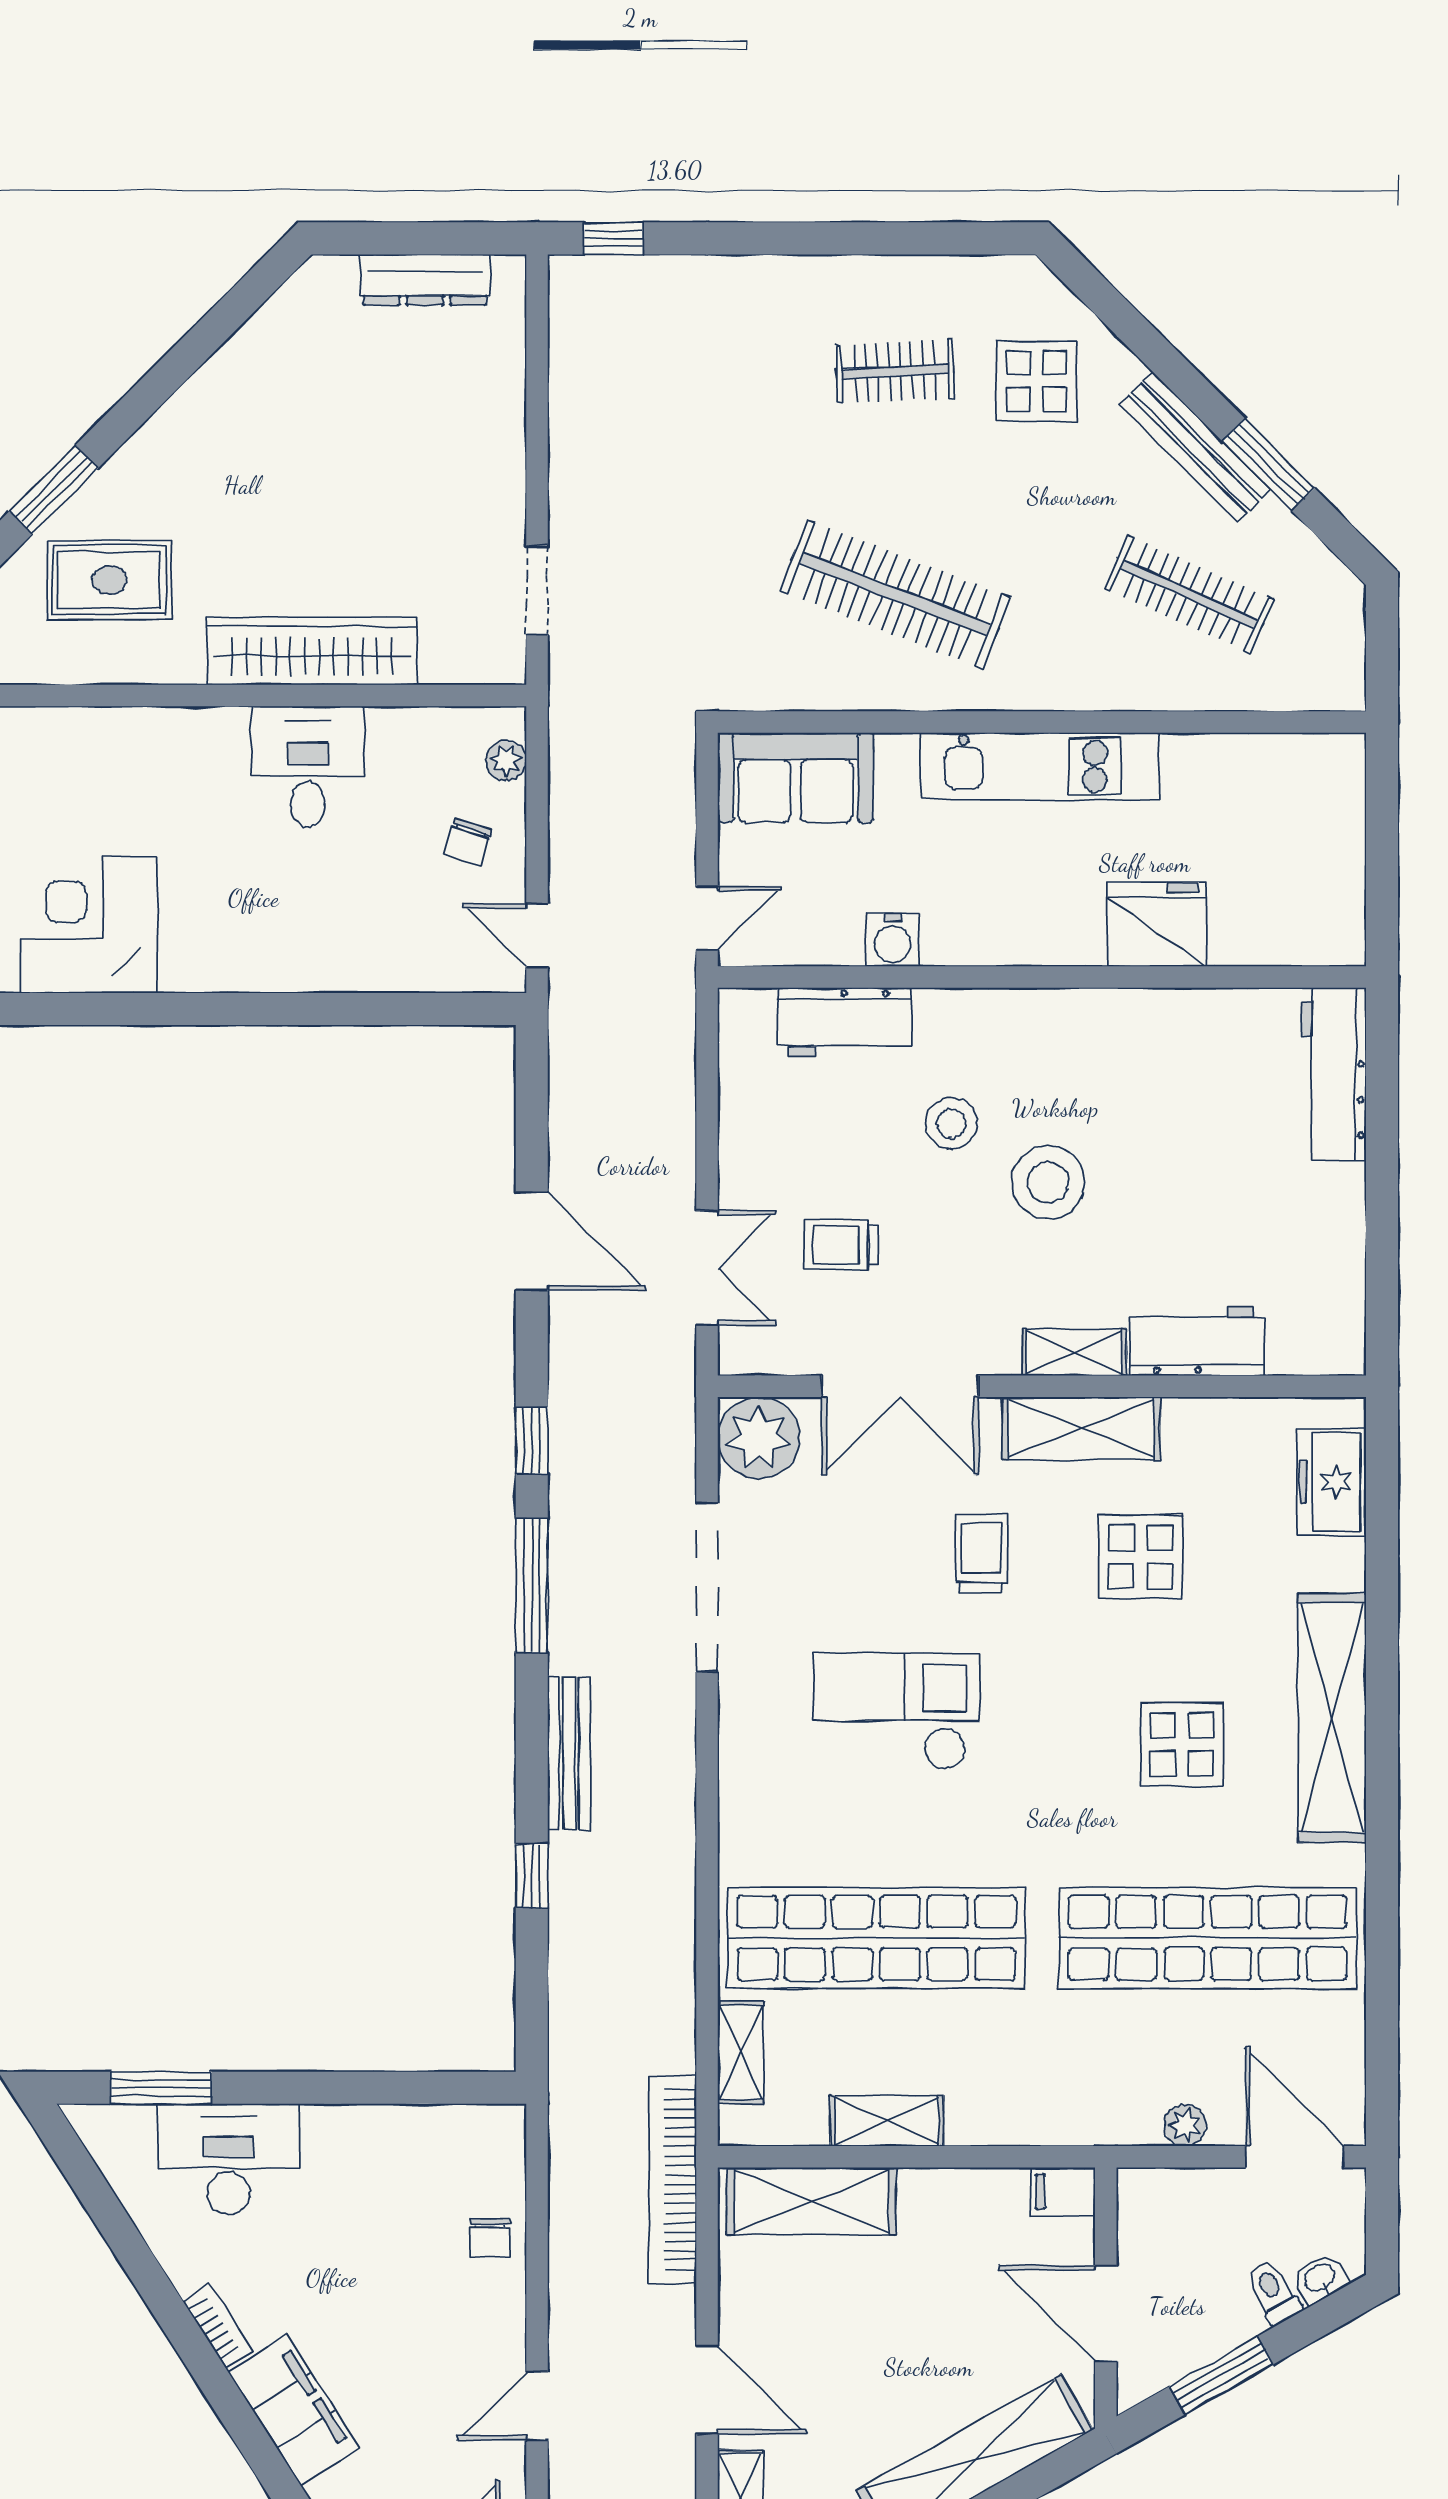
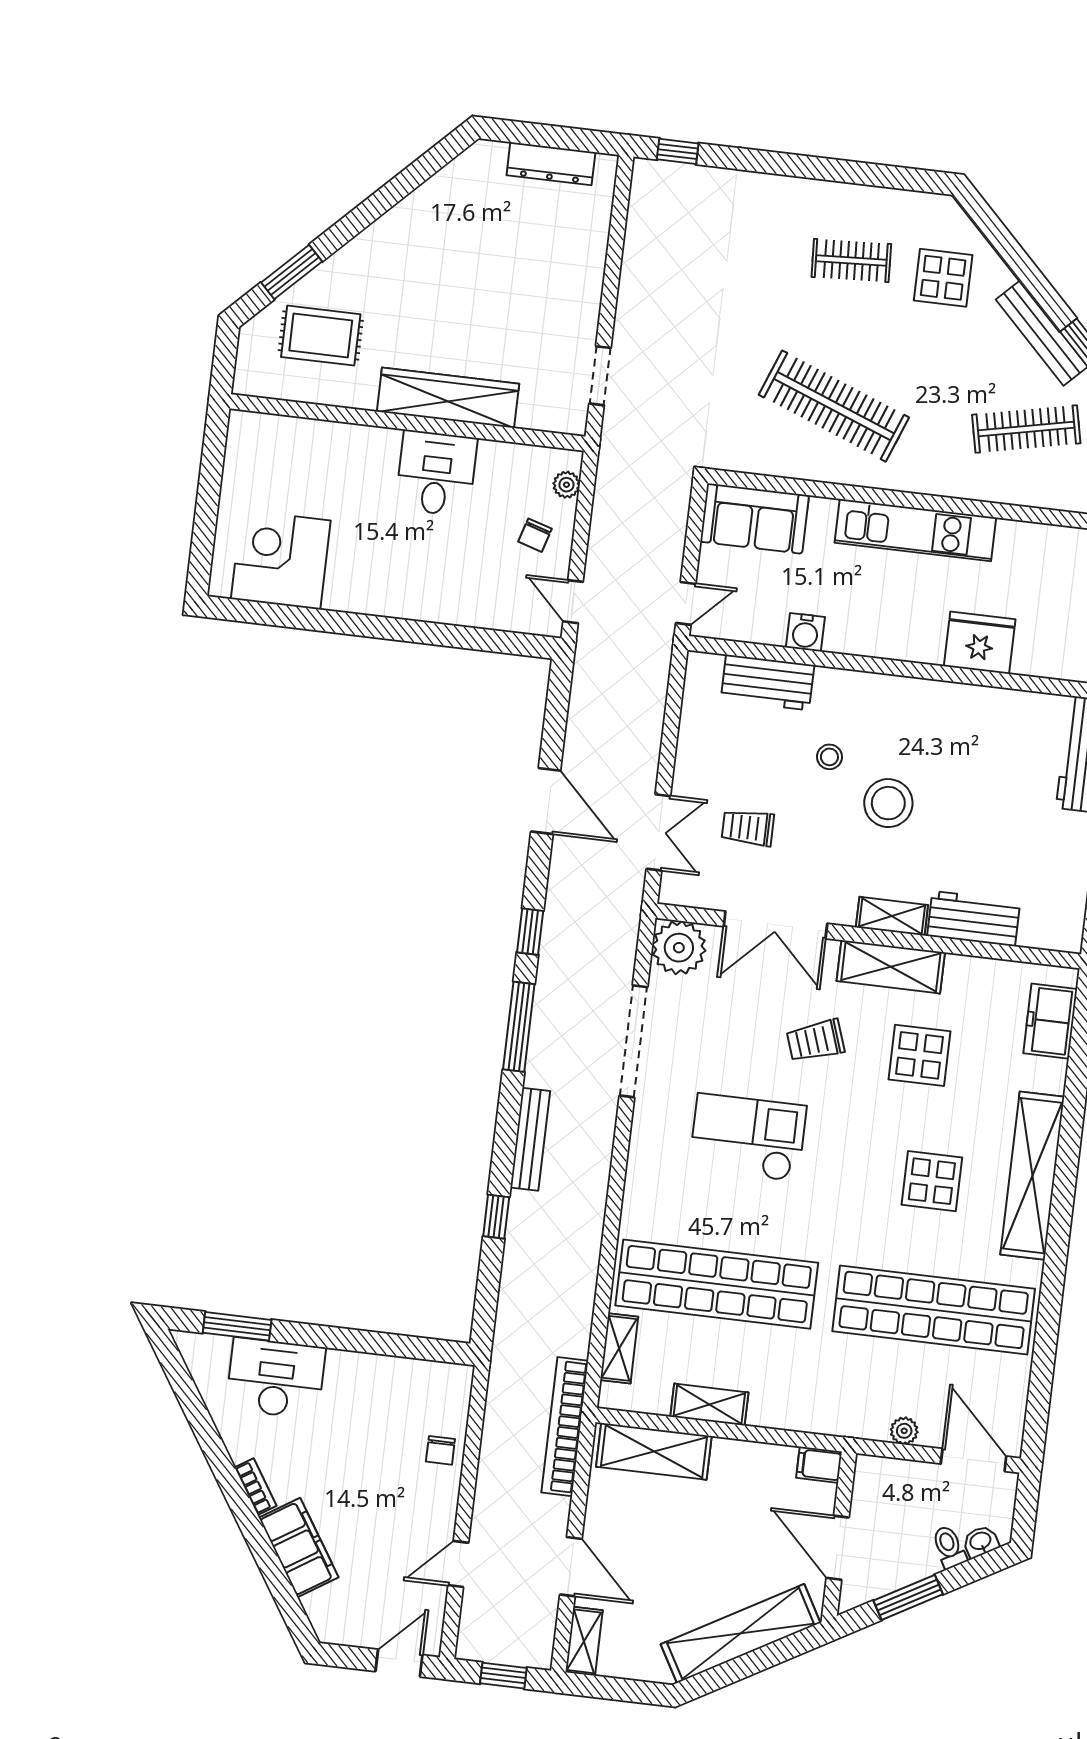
clothes rail: (1189, 594) -> (1026, 429), turned -36
stool: (951, 1123) -> (829, 757), width x0.73, depth x0.73
trolley: (981, 1553) -> (815, 1041), turned -109

